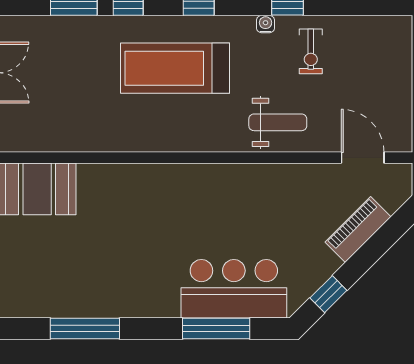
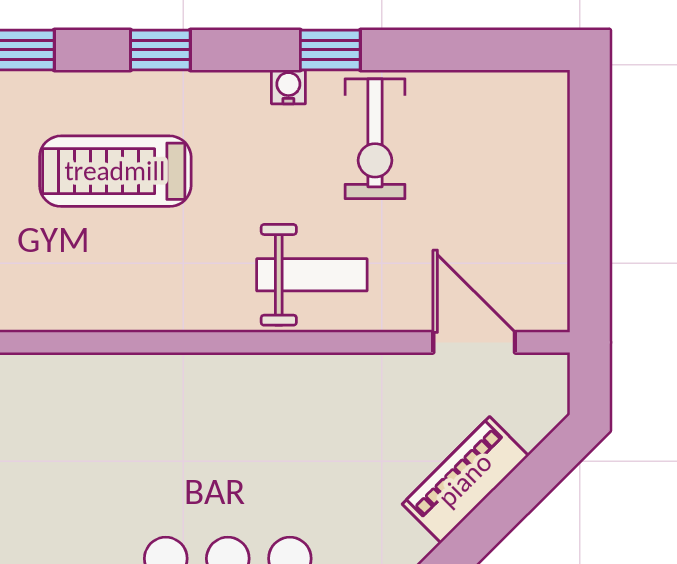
exercise bike: (311, 51) -> (375, 139), width x1.38, depth x1.39
treadmill: (175, 68) -> (115, 171), width x0.73, depth x0.73

